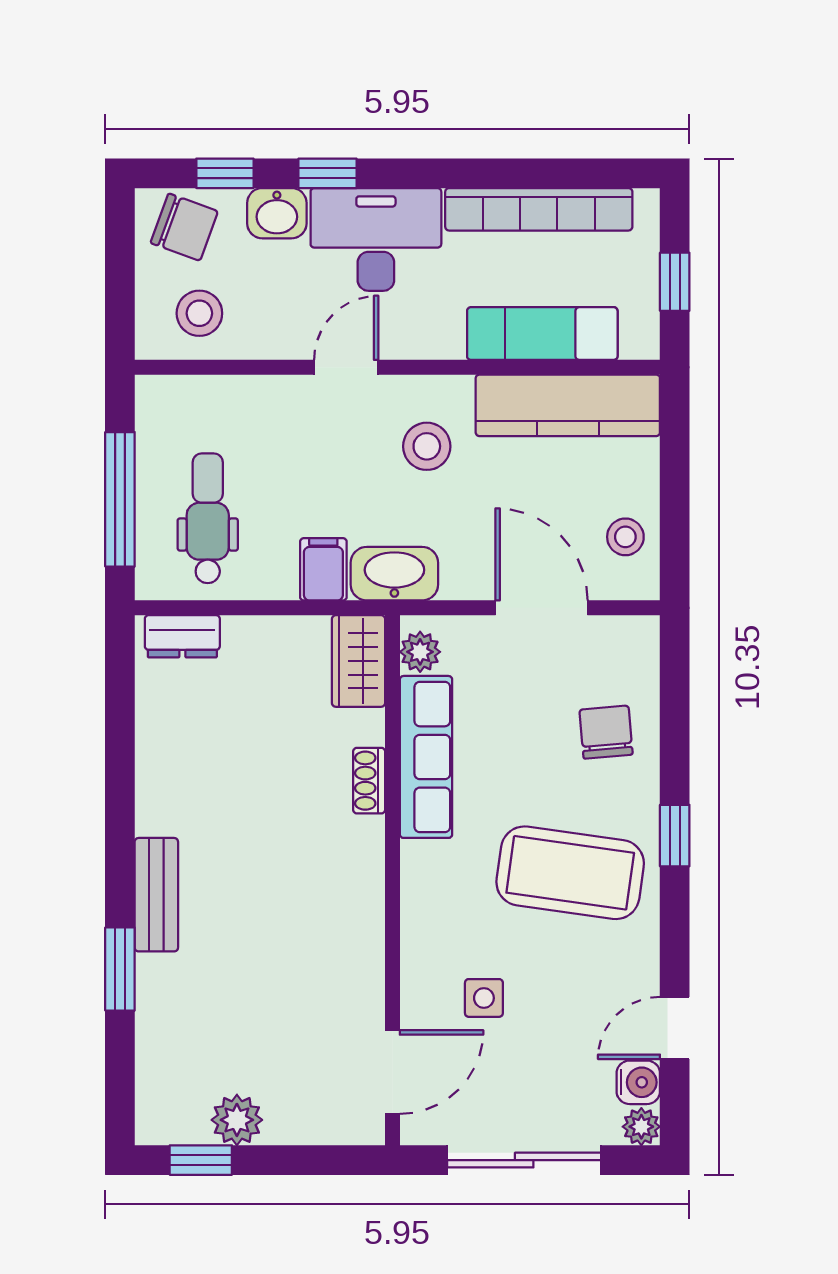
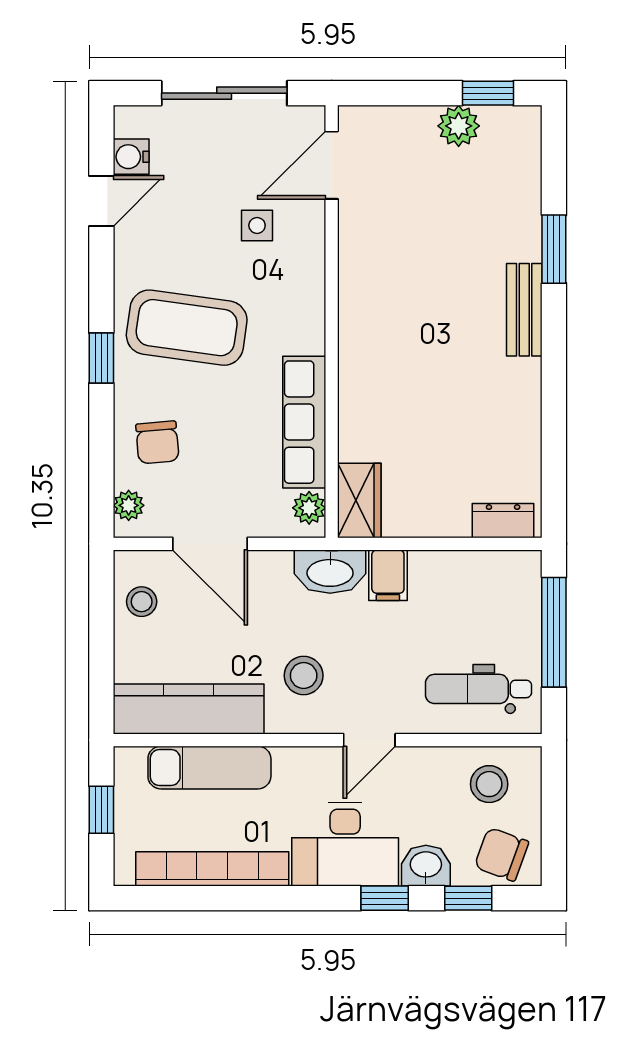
dental chair: (208, 518) -> (479, 689), moved, turned 90
shoe rack: (369, 781) -> (351, 403), removed
plant: (641, 1127) -> (129, 505), moved

